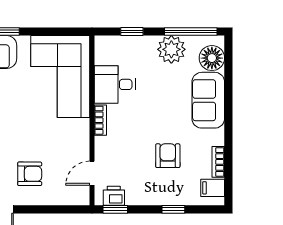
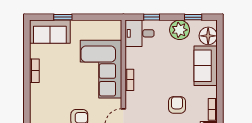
window: (191, 31) -> (193, 17), width x0.46
corner sofa: (60, 76) -> (101, 69), moved
desk: (115, 84) -> (139, 33), moved

